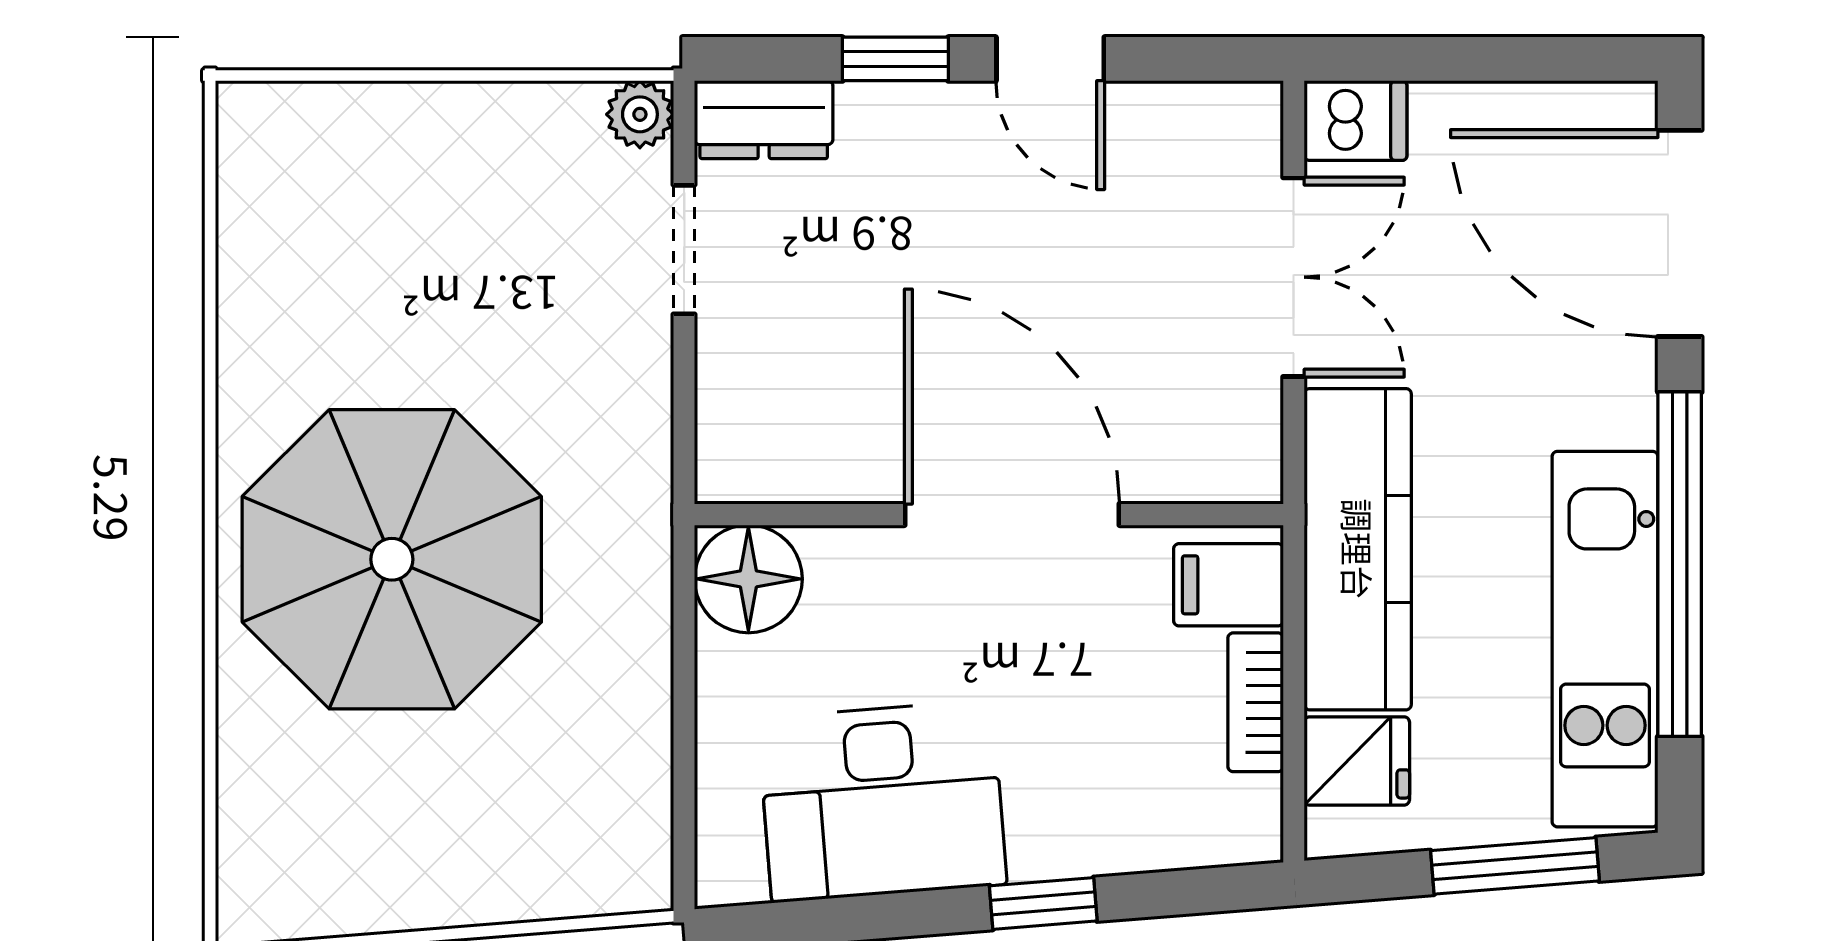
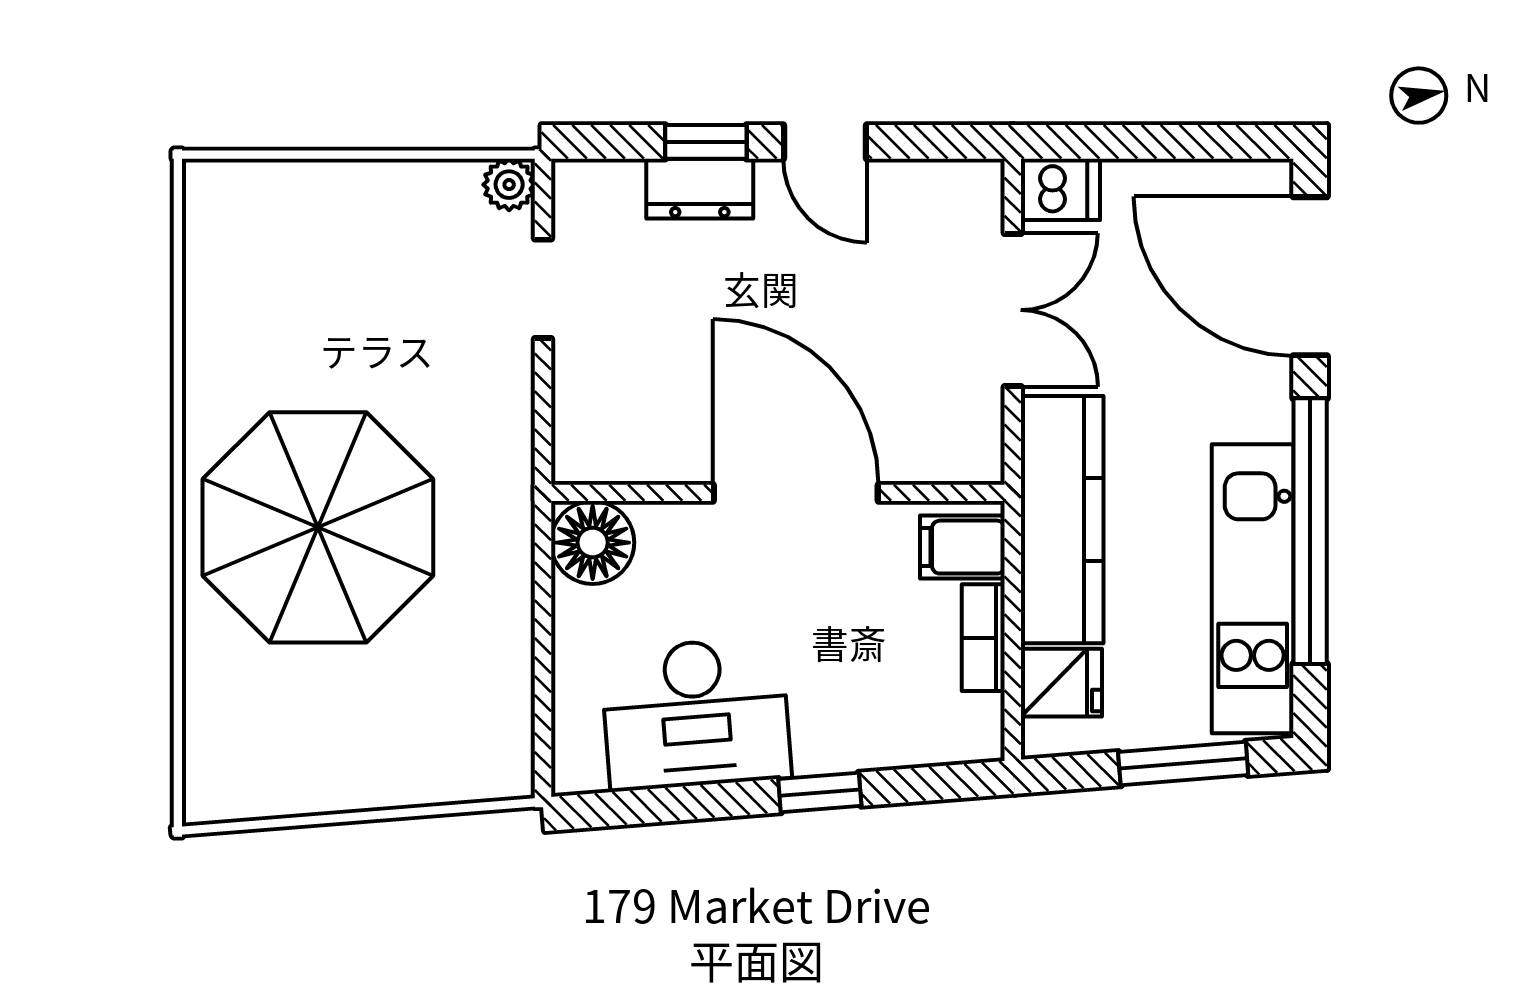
dresser: (764, 120) -> (700, 189), moved

